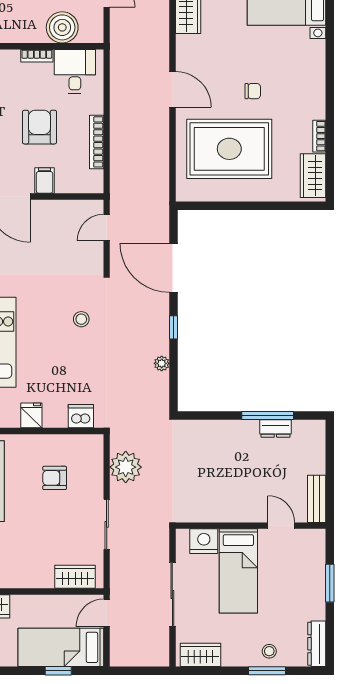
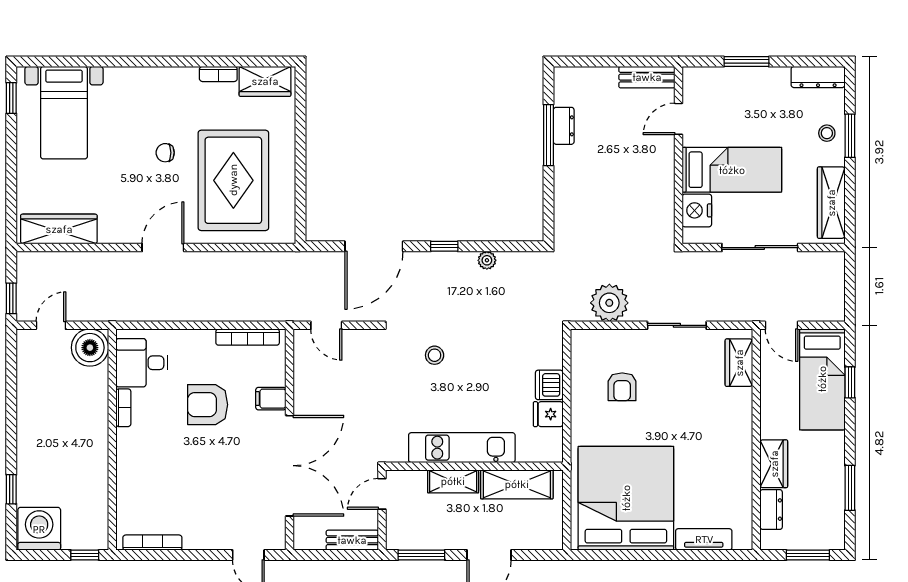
boiler: (62, 27) -> (90, 348), moved
chair: (253, 91) -> (165, 153), turned -90
bookcase: (97, 142) -> (248, 337), moved
dishwasher: (81, 416) -> (549, 385), moved
wardrobe: (200, 655) -> (831, 203), width x1.50

